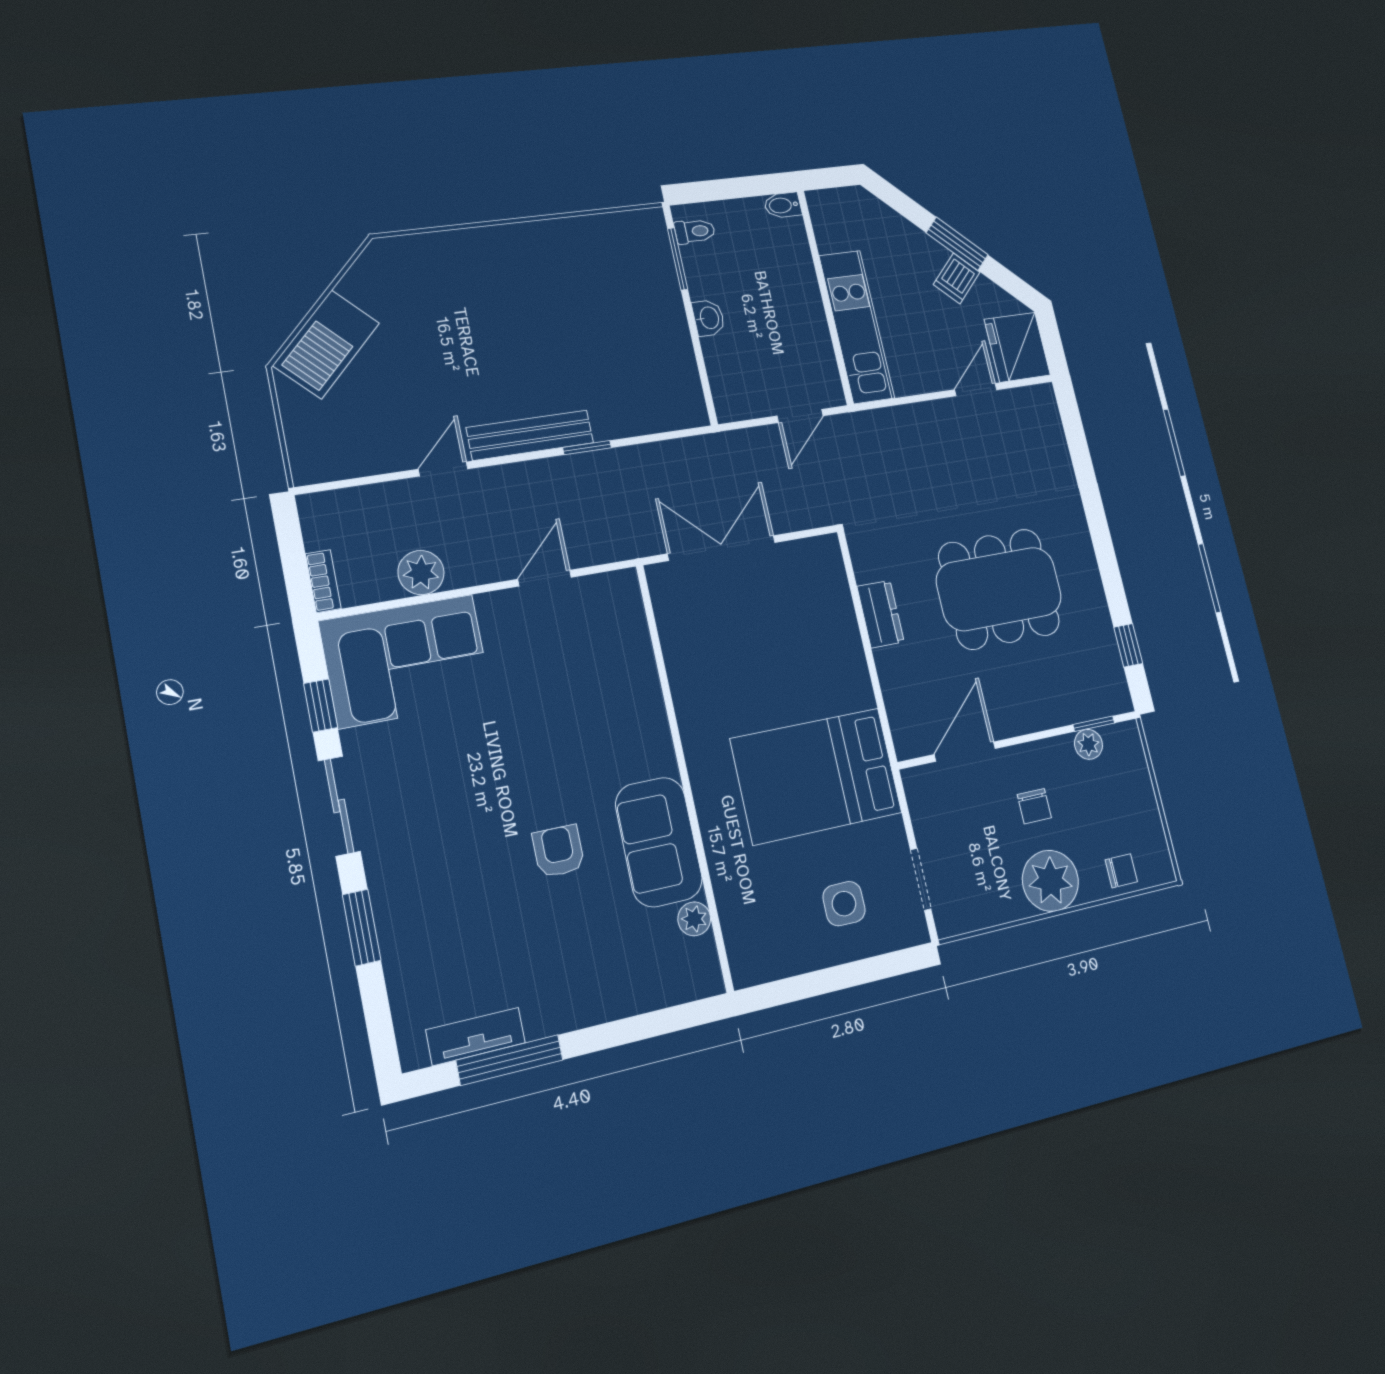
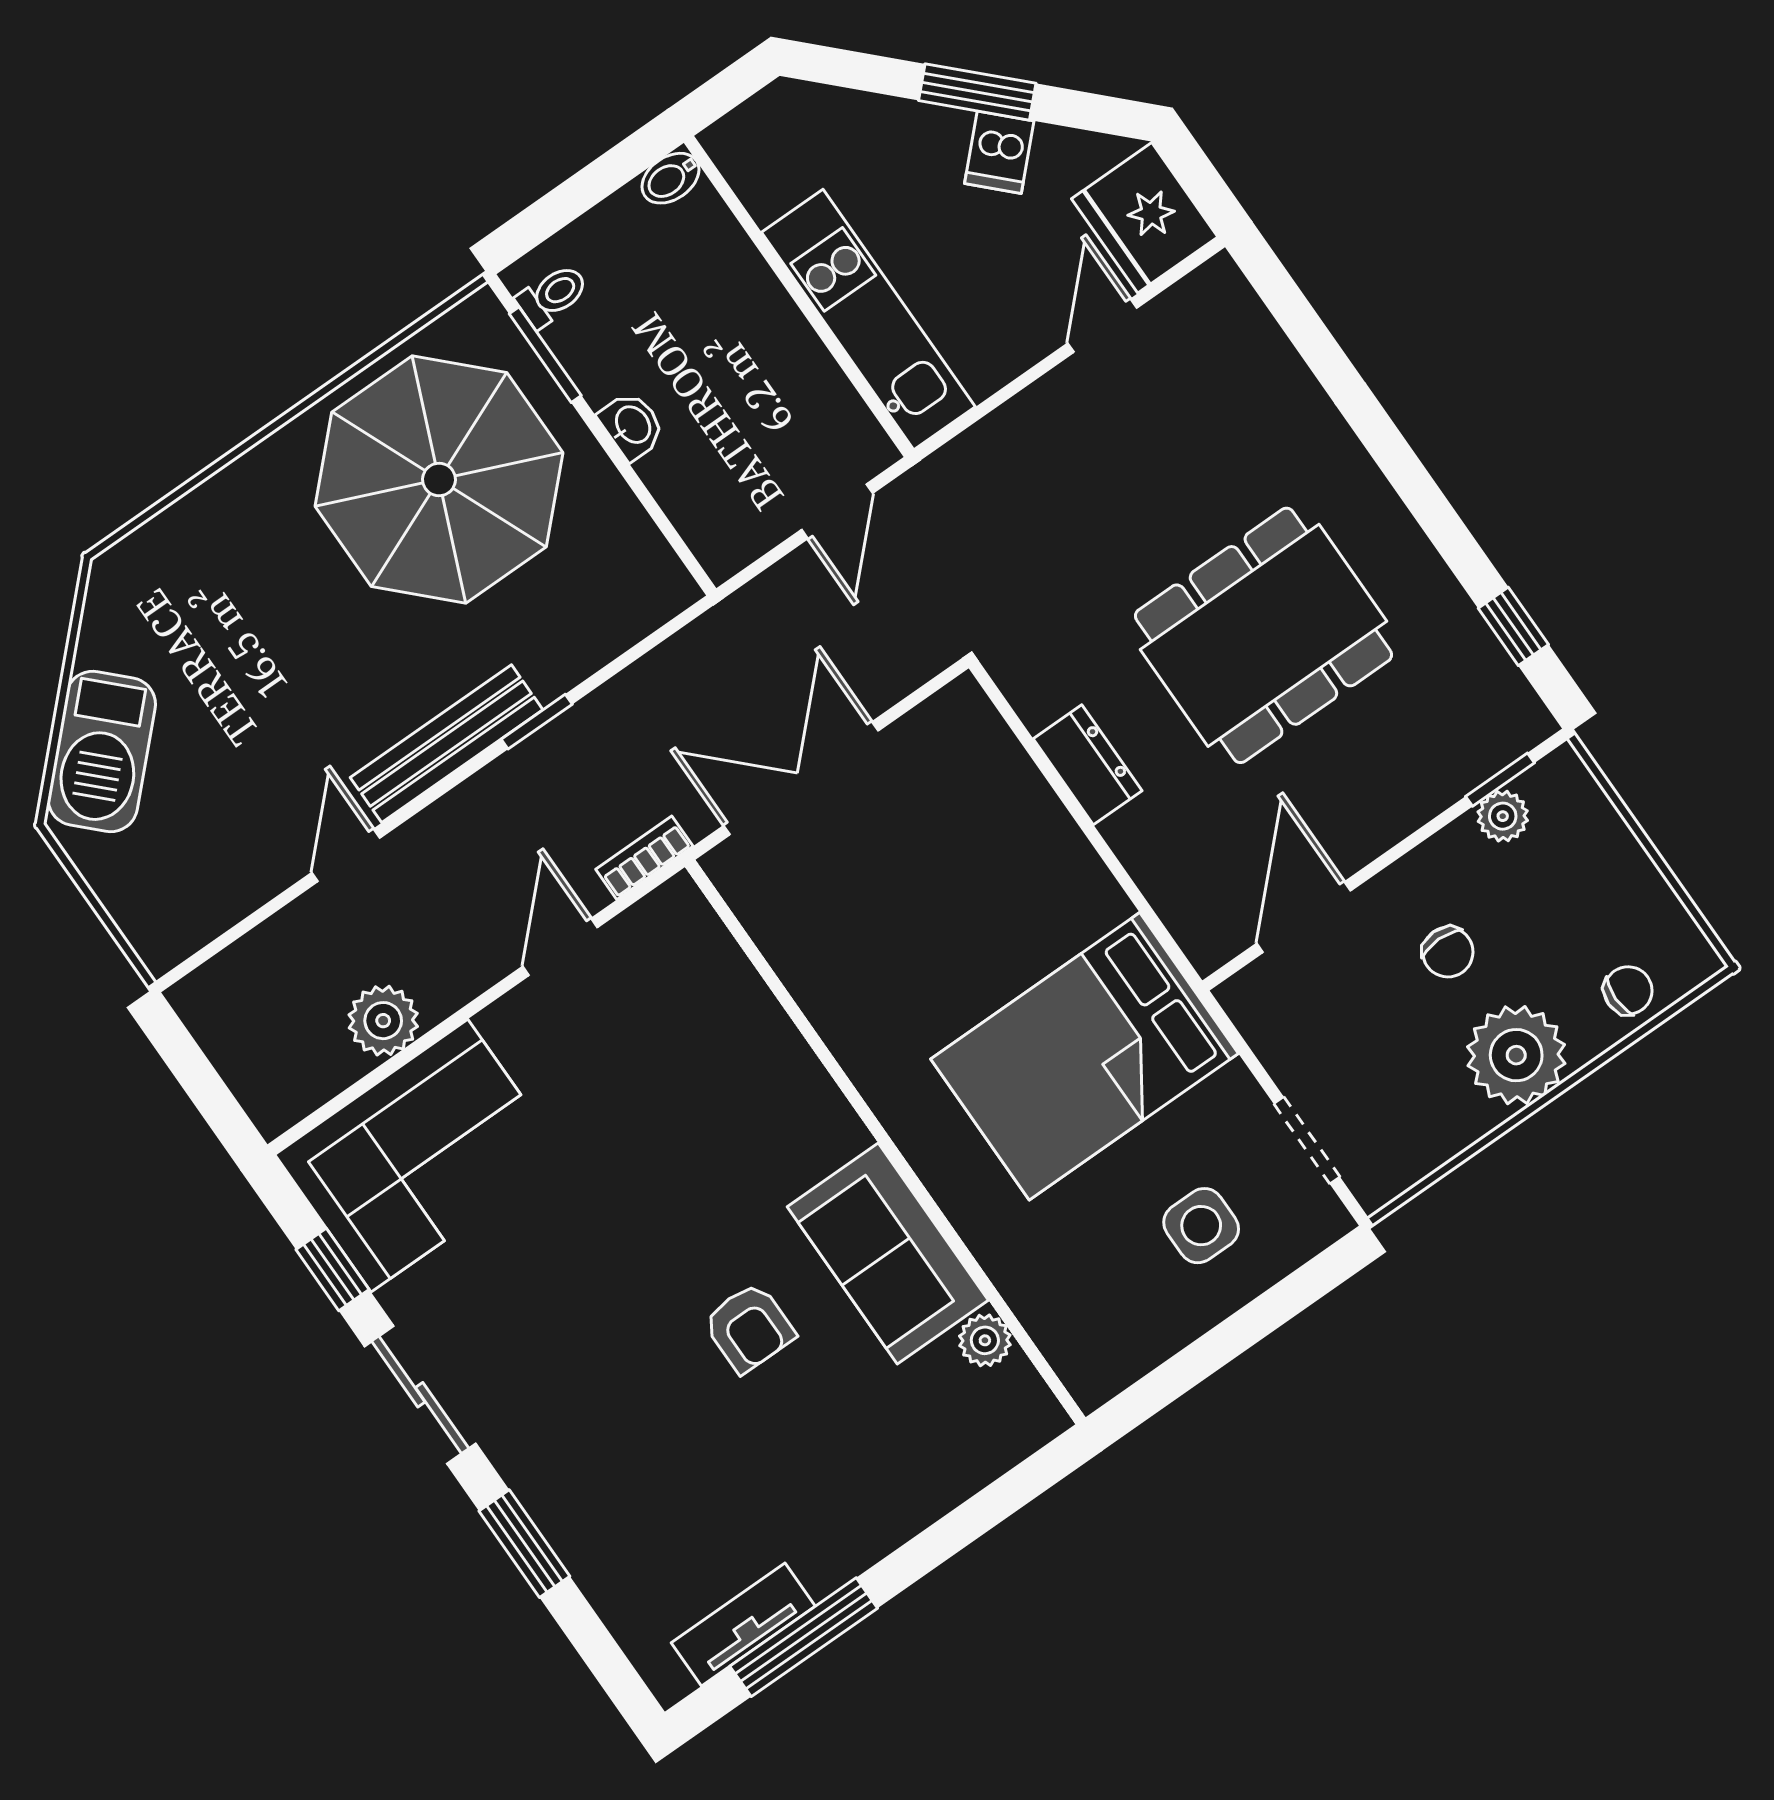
parasol: (590, 294) -> (439, 480), added
bookcase: (323, 581) -> (644, 858), moved, turned -90
armchair: (558, 851) -> (749, 1328), turned 180

